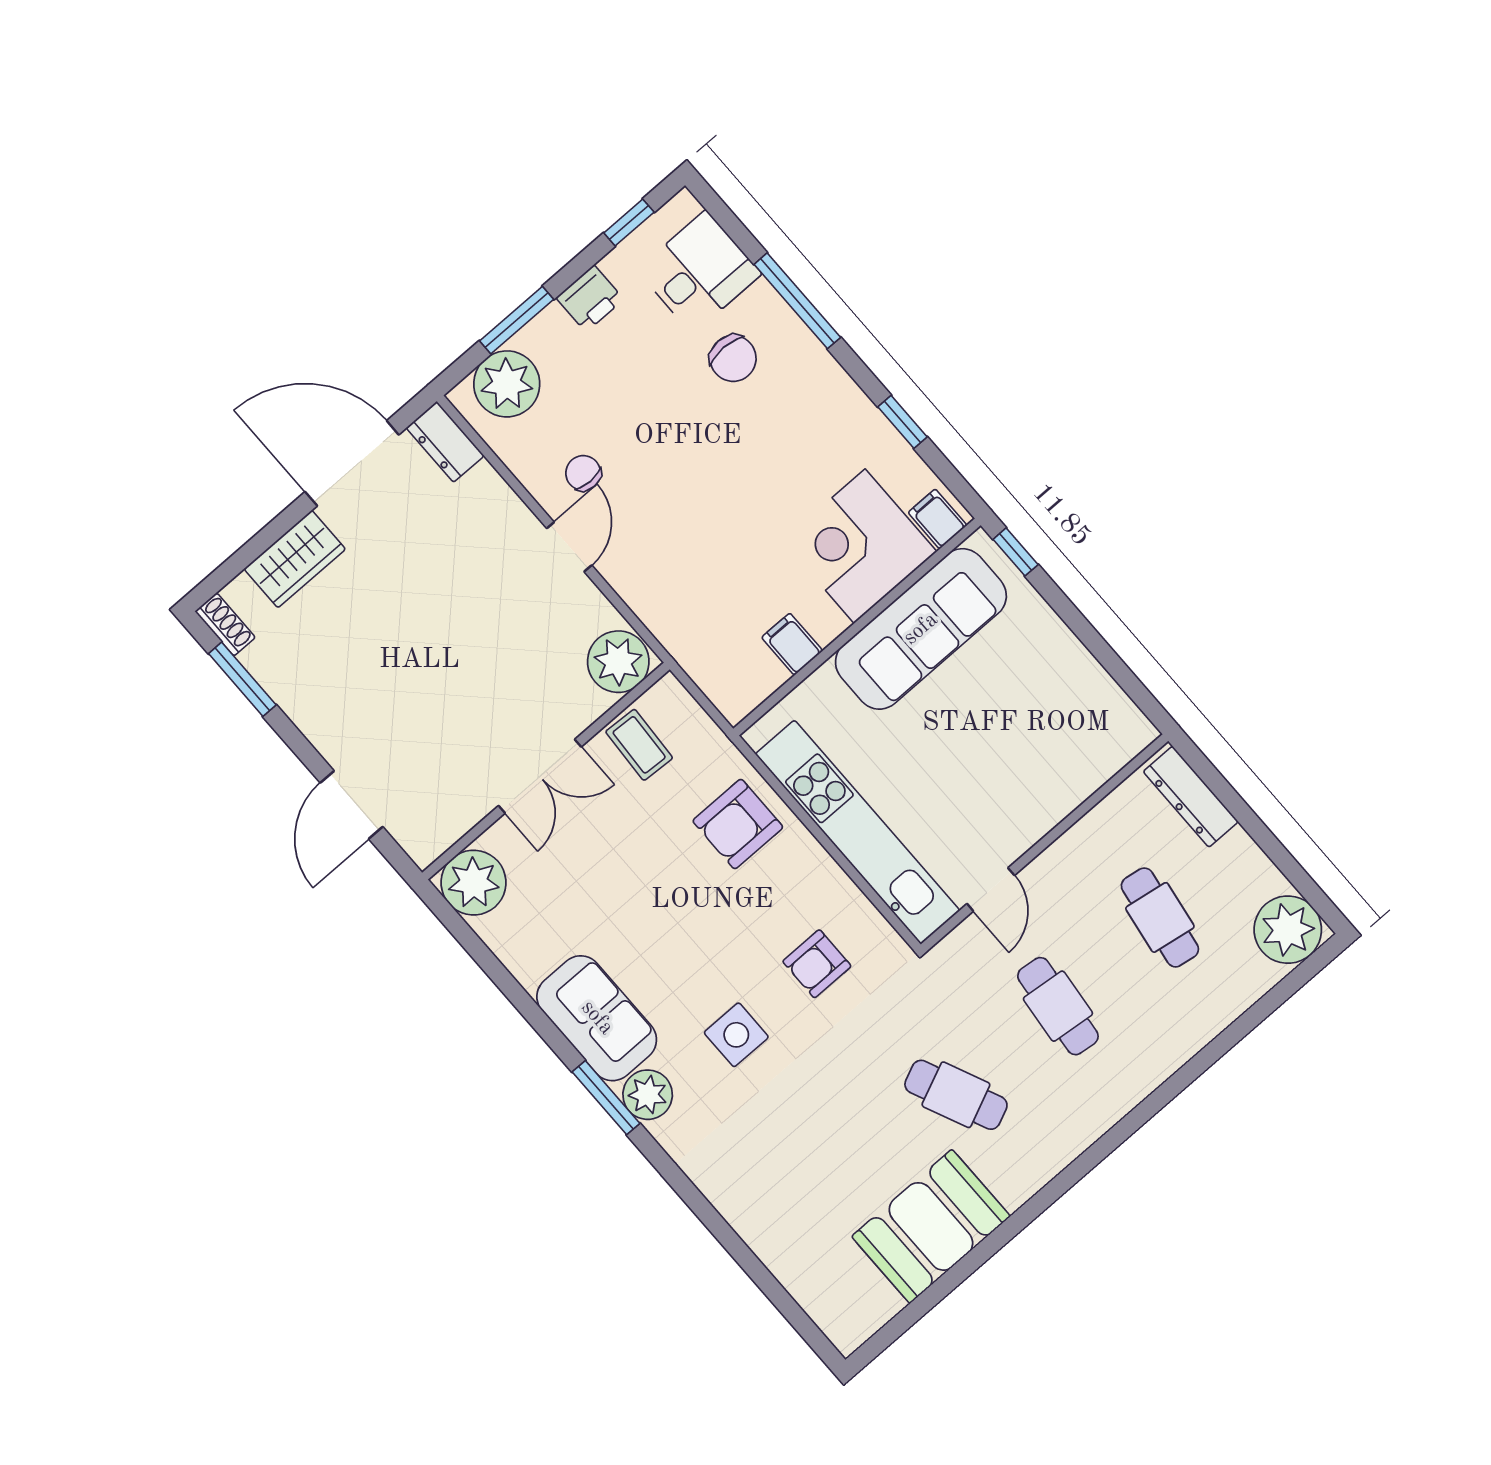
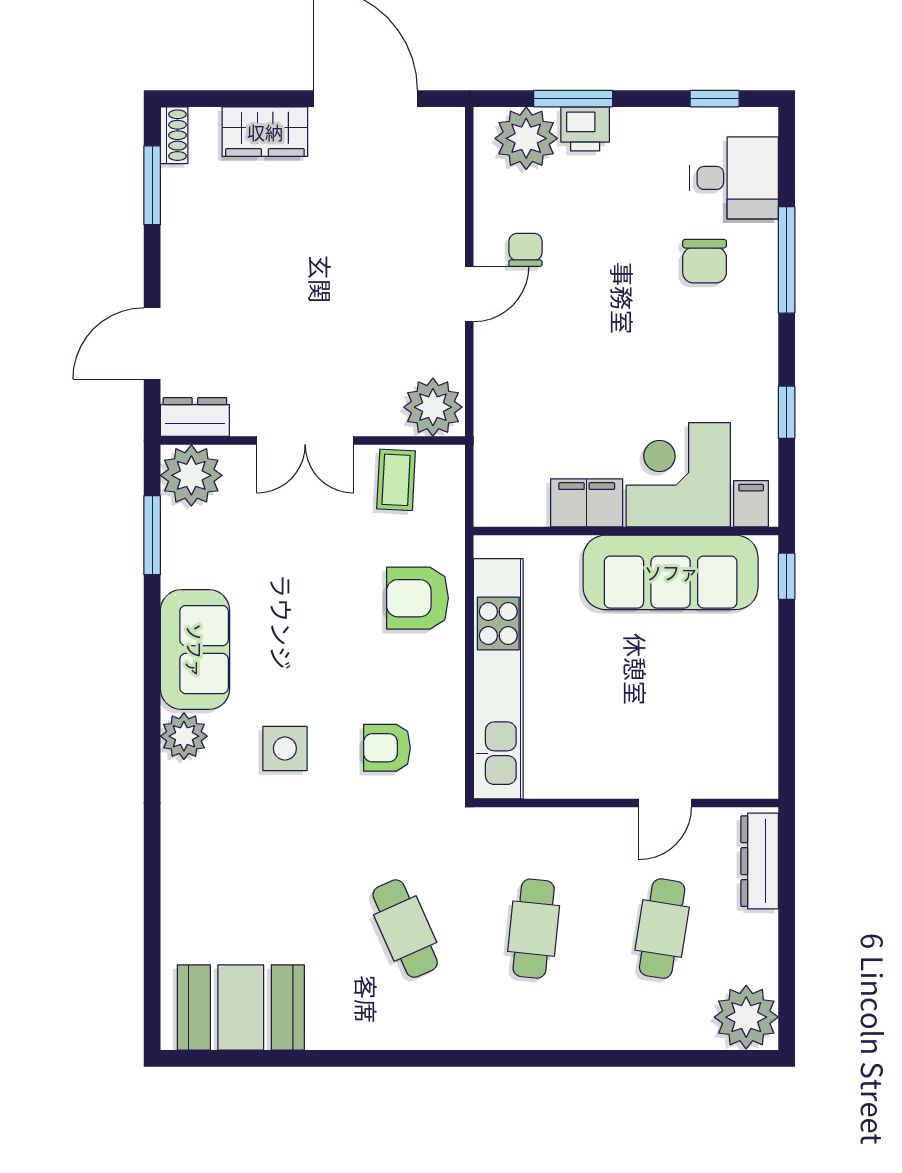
printer: (590, 298) -> (585, 129), moved
dresser: (445, 442) -> (195, 417), moved, turned 90
filing cabinet: (792, 644) -> (587, 503), width x2.00
door: (991, 889) -> (665, 803), moved
window: (606, 1098) -> (152, 535), moved
booth: (931, 1226) -> (241, 1007), moved

